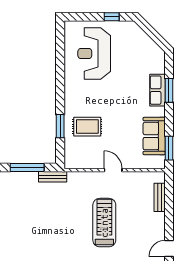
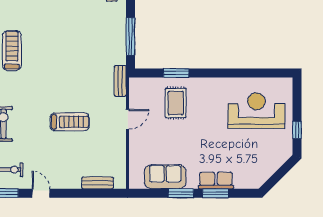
window: (169, 148) -> (181, 193), moved
door: (113, 170) -> (128, 119), moved
bench: (53, 177) -> (120, 81), moved
treadmill: (104, 223) -> (70, 122), width x0.73, depth x0.73

